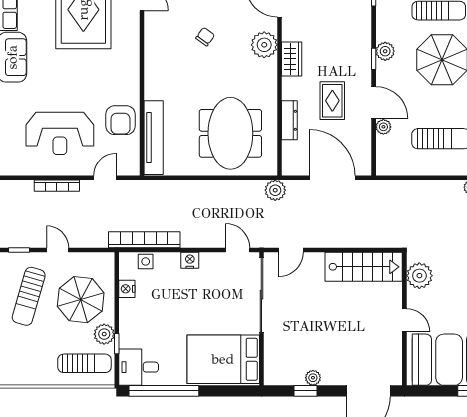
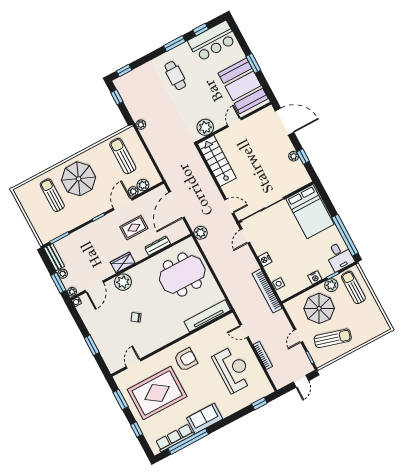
plant: (385, 51) -> (143, 185), moved
armchair: (121, 120) -> (186, 360), moved
nightstand: (127, 289) -> (315, 278), moved

